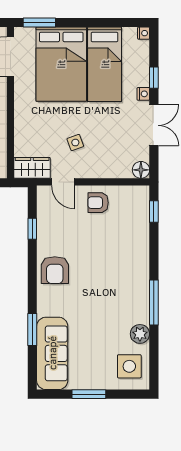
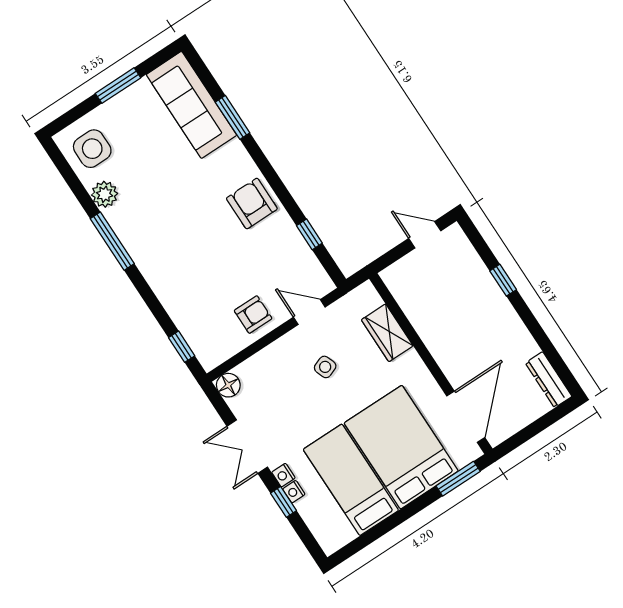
nightstand: (144, 33) -> (294, 492), moved
wardrobe: (32, 168) -> (387, 333), moved, turned 90

